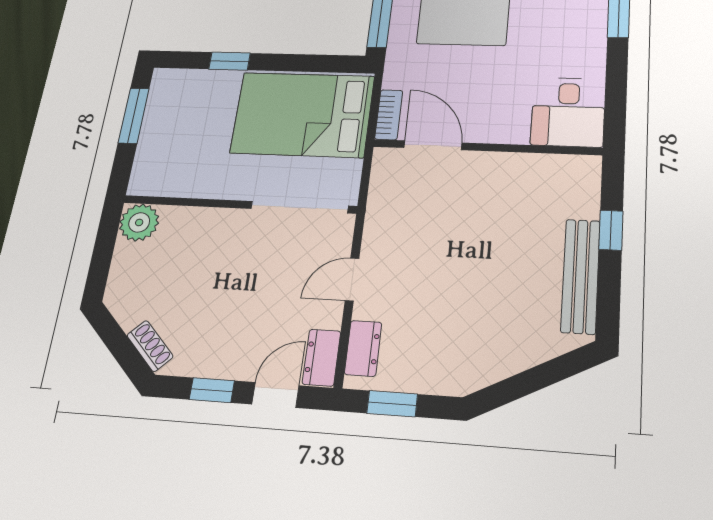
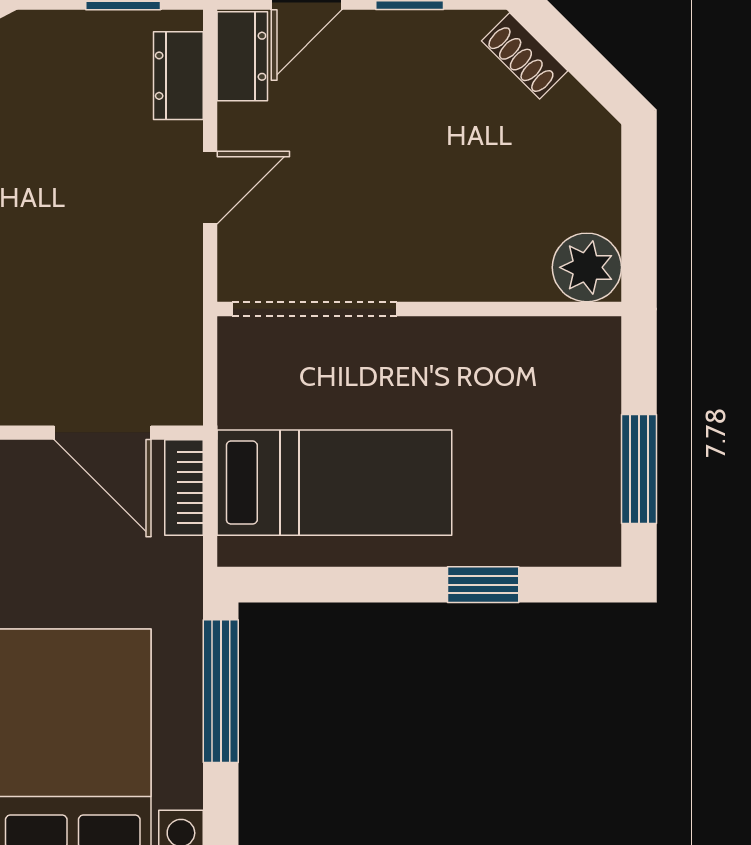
bed: (303, 114) -> (334, 483), width x0.67

